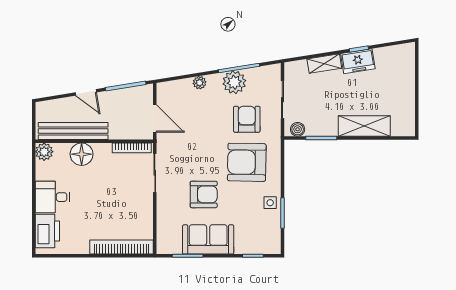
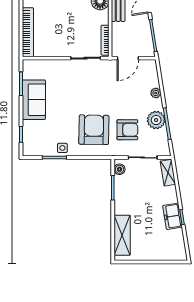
shelving: (324, 64) -> (168, 173), moved
shelving: (364, 126) -> (122, 235), moved
armchair: (204, 194) -> (69, 96), removed

